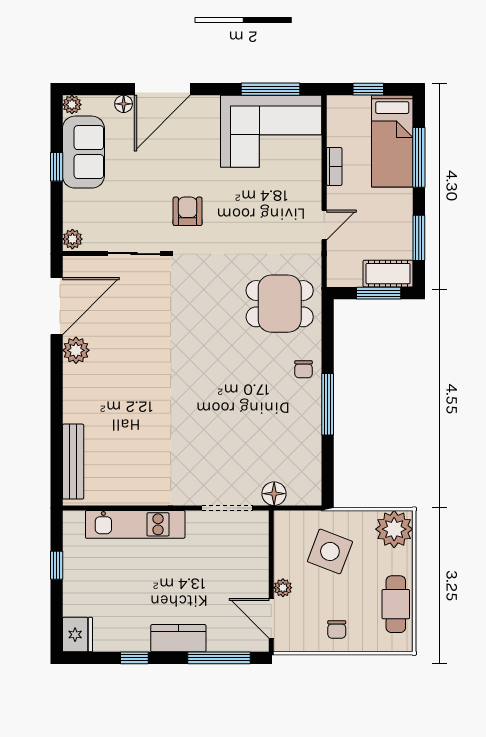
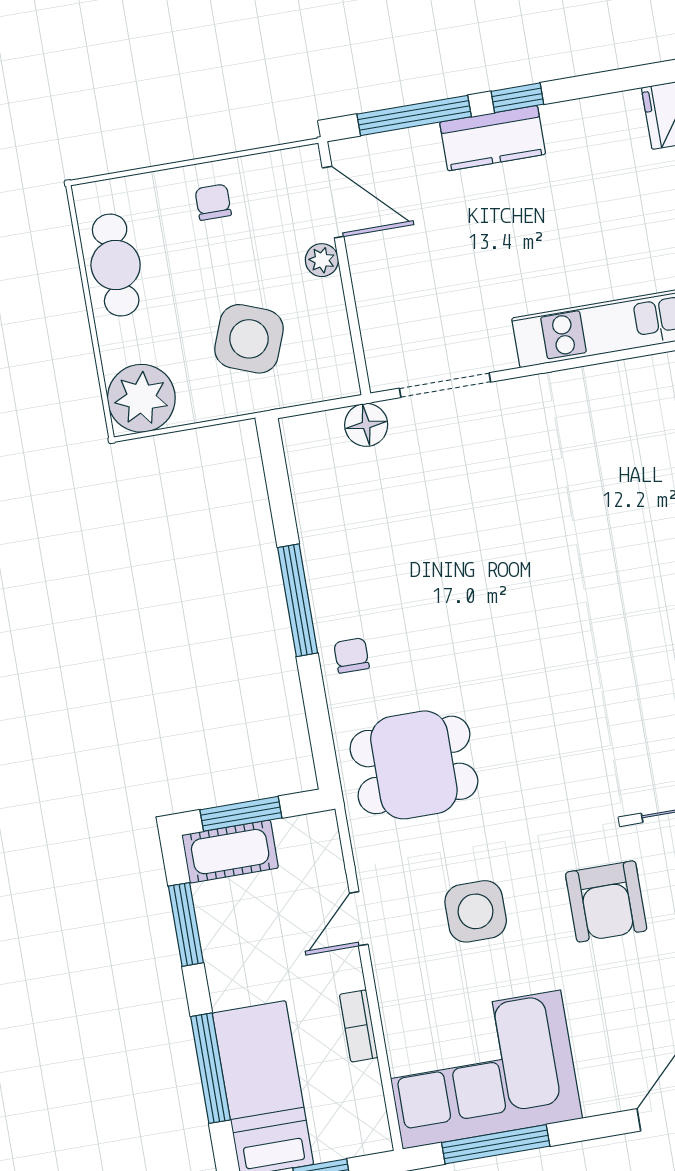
armchair: (188, 211) -> (606, 901), width x1.38, depth x1.38
side table: (260, 218) -> (476, 911), added
window: (134, 658) -> (517, 98), moved

